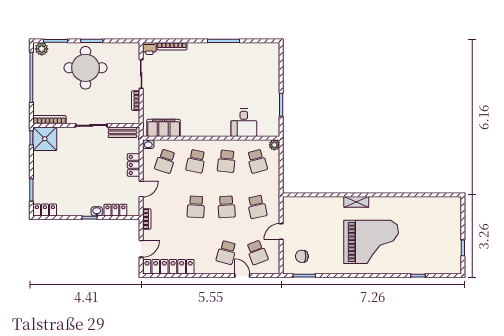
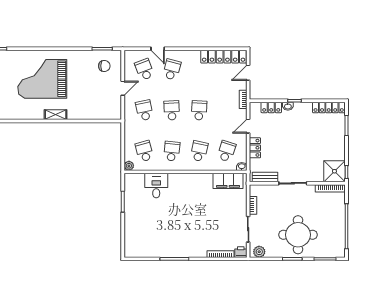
plant: (42, 49) -> (259, 252), moved
locker: (45, 210) -> (329, 108), width x1.53

